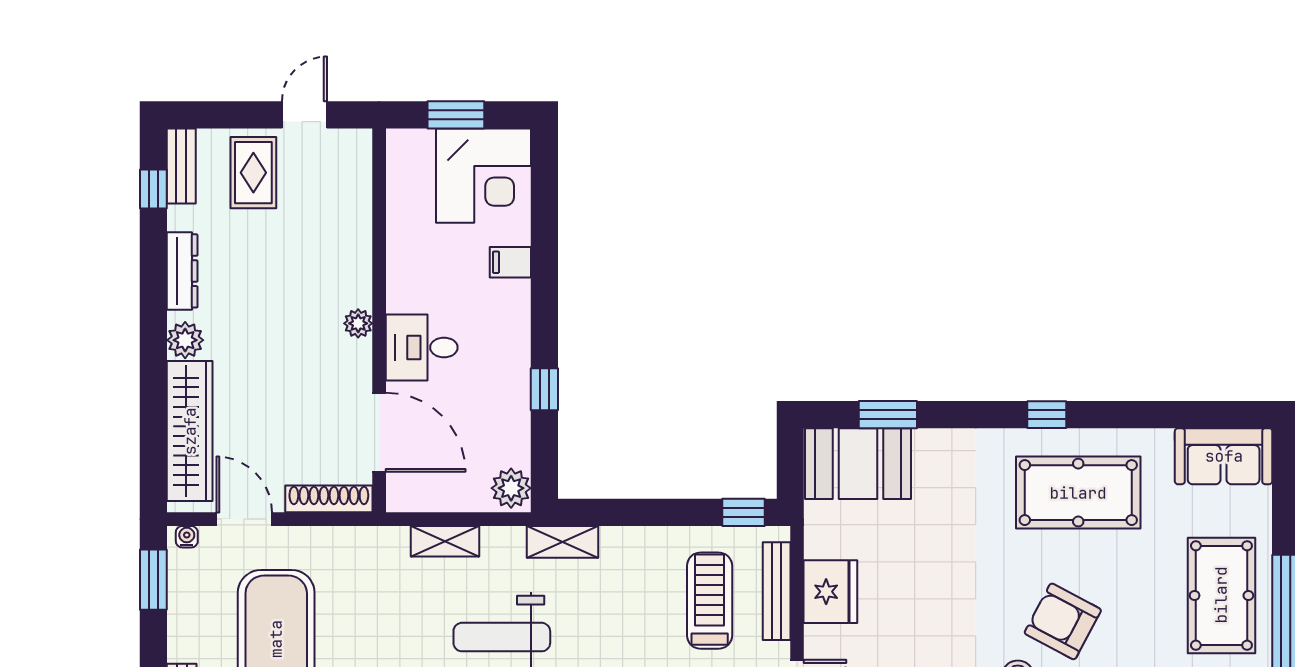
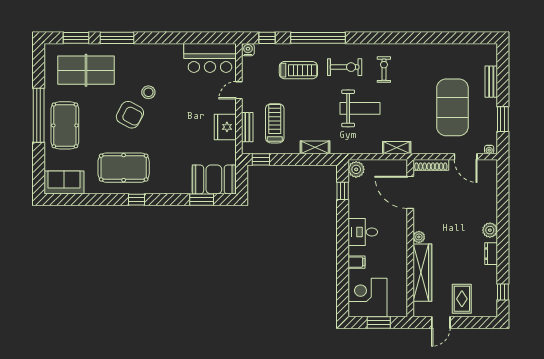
bench: (181, 166) -> (491, 302), removed
dresser: (182, 271) -> (491, 254), width x0.70
desk: (422, 347) -> (363, 232), moved, turned 180
window: (544, 389) -> (343, 191), moved
wardrobe: (190, 431) -> (422, 273), moved, turned 180
shelving: (445, 541) -> (397, 148), moved
shelving: (562, 542) -> (315, 147), moved
window: (153, 580) -> (503, 119), moved
bench: (777, 591) -> (247, 127), width x0.73
treadmill: (710, 601) -> (275, 123), turned 180

